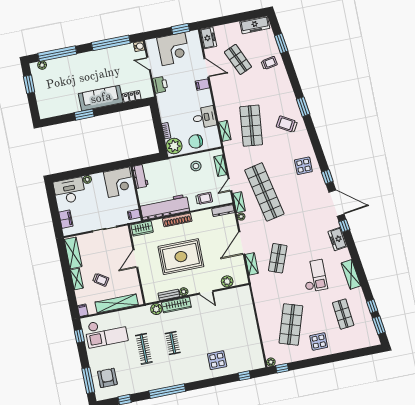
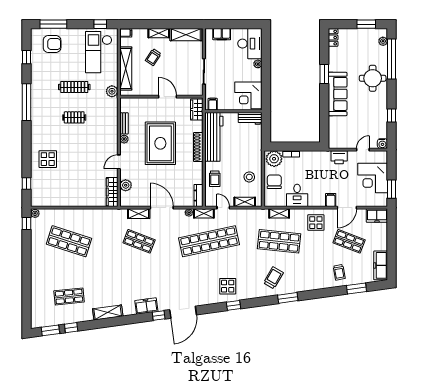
window: (111, 43) -> (392, 115), width x0.32
shop shelf: (238, 59) -> (349, 241), turned 45
round table: (79, 68) -> (373, 78), added
locker: (132, 96) -> (333, 38), moved
window: (327, 177) -> (234, 305), moved
checkout: (314, 276) -> (114, 275), removed
wardrobe: (176, 305) -> (112, 192), moved
plant: (156, 309) -> (112, 91), moved
display table: (319, 341) -> (316, 223), moved

